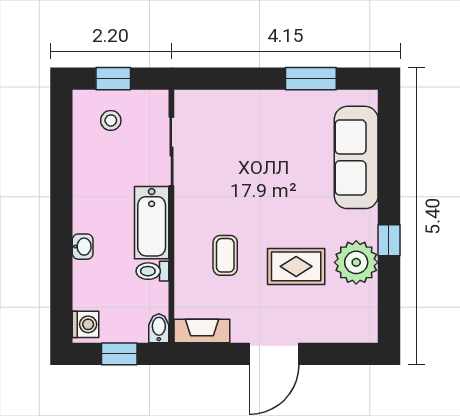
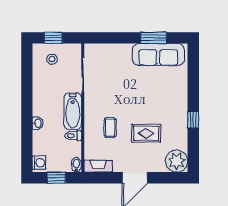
sofa: (356, 157) -> (158, 55), moved, turned -90
plant: (356, 262) -> (177, 161), moved

